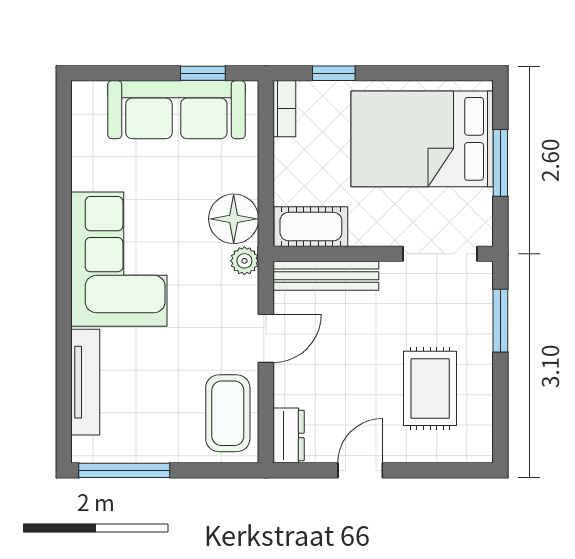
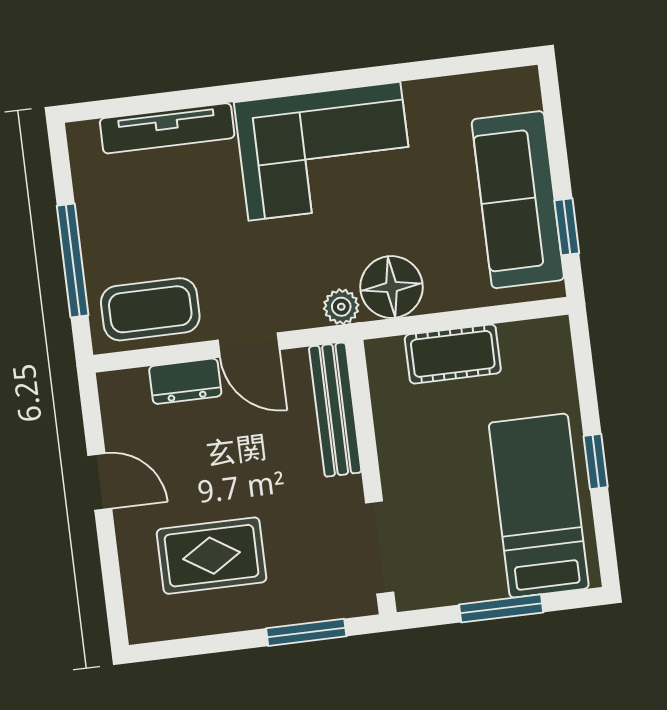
window: (334, 73) -> (596, 461), moved
bookcase: (284, 109) -> (535, 333), removed
bed: (422, 139) -> (539, 506), width x0.67
cot: (311, 227) -> (453, 354), moved, turned 90
dresser: (289, 435) -> (185, 381), moved
window: (124, 470) -> (73, 261), moved

